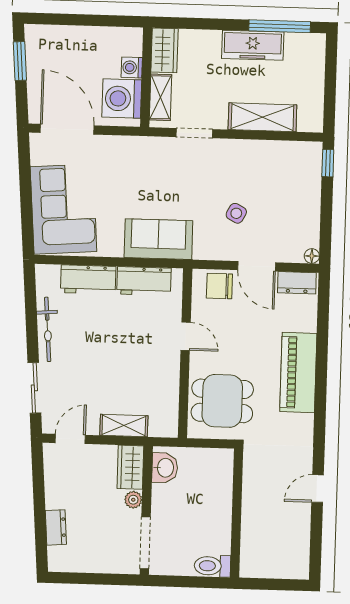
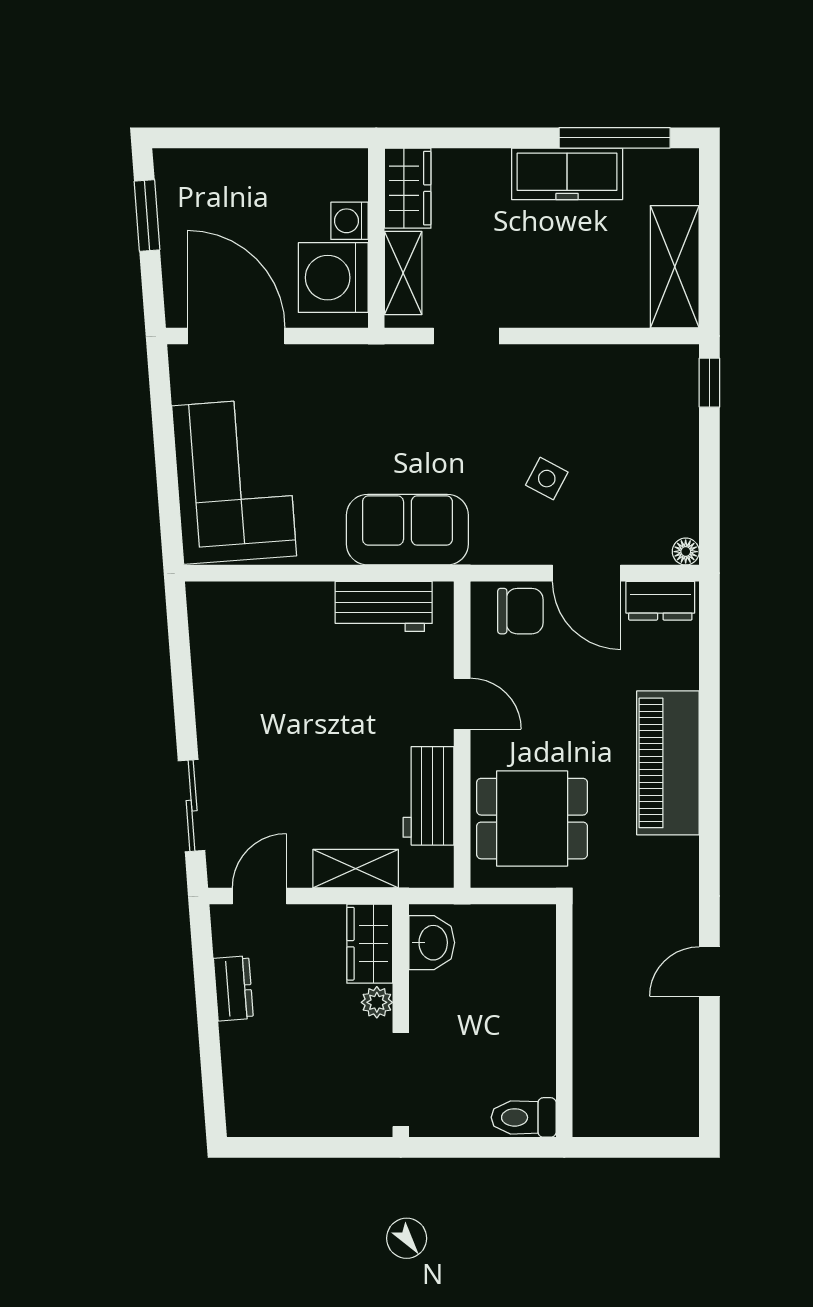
shelving: (262, 117) -> (675, 267), moved, turned 90
workbench: (88, 280) -> (428, 796), moved, turned 90
chair: (219, 286) -> (520, 611), turned 180
bicycle: (48, 329) -> (212, 699), removed
dresser: (56, 527) -> (233, 988), moved

